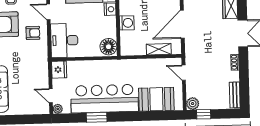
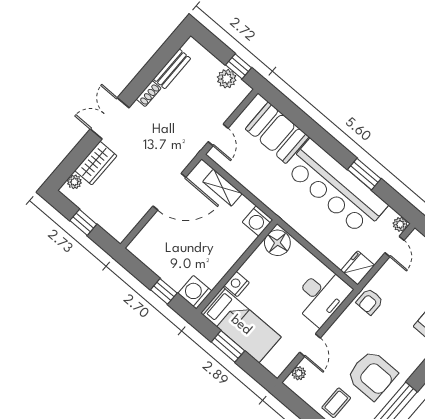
washing machine: (127, 23) -> (257, 221), moved, turned -90
armchair: (33, 33) -> (370, 302), moved, turned -90
bench: (235, 95) -> (172, 69), moved
plant: (193, 104) -> (227, 79), moved

